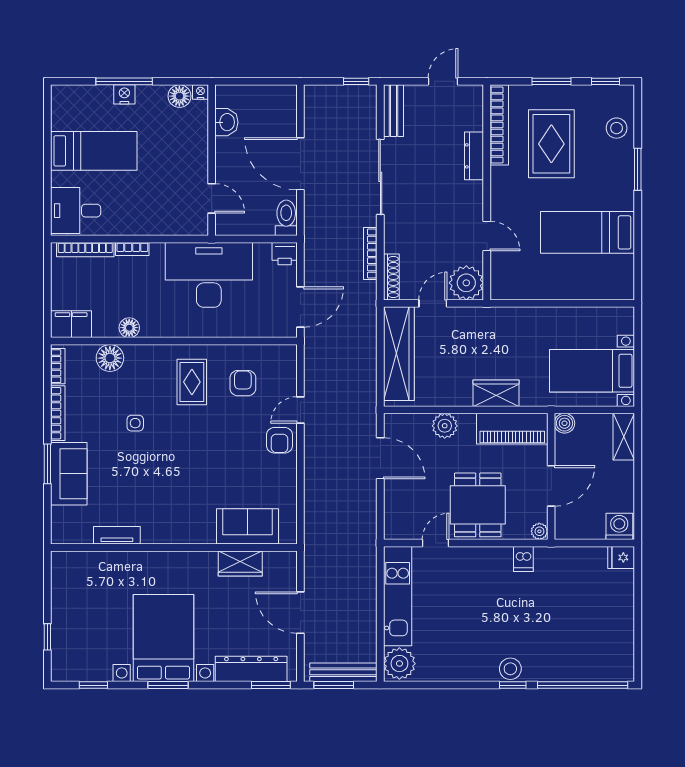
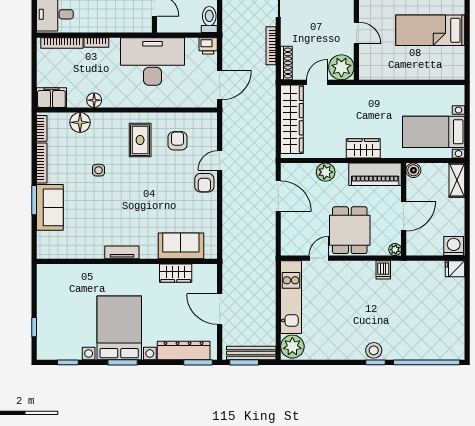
tv unit: (117, 535) -> (122, 252), moved

